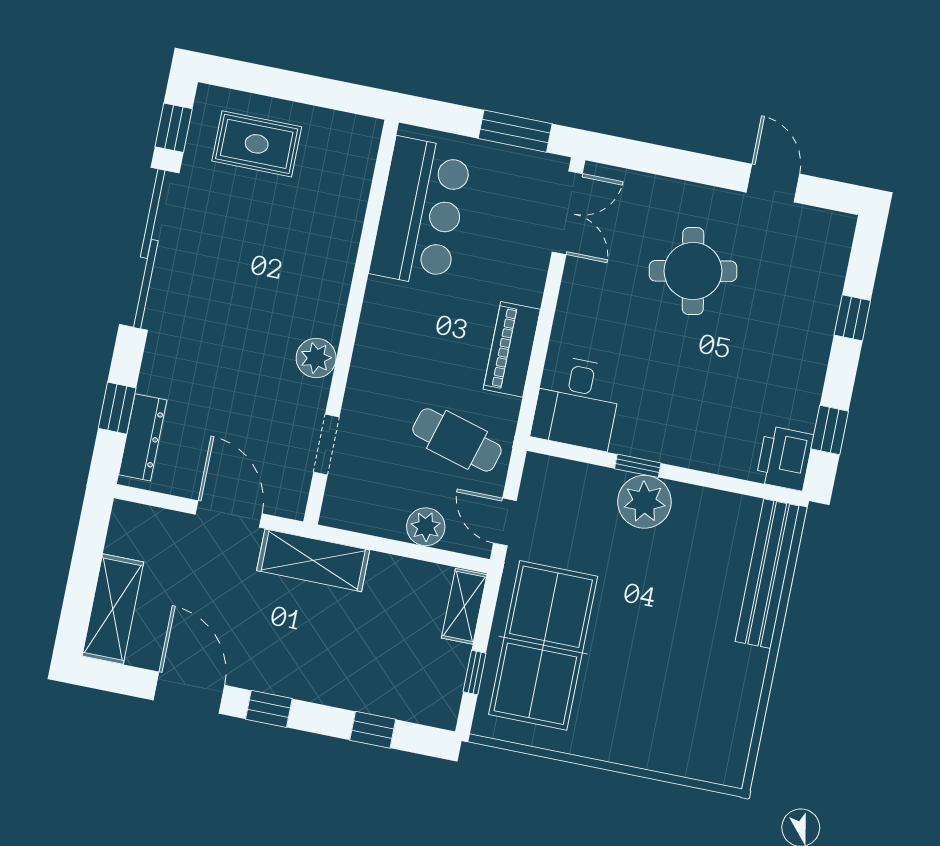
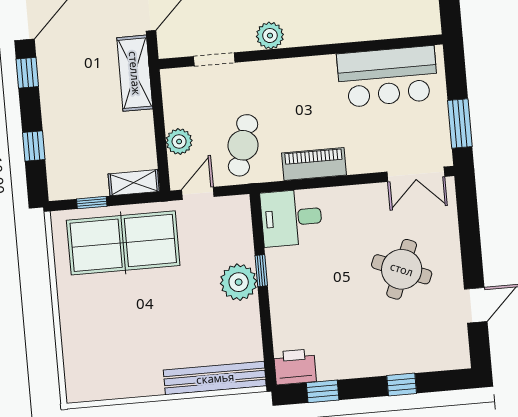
round table: (693, 271) -> (402, 269), turned 33

